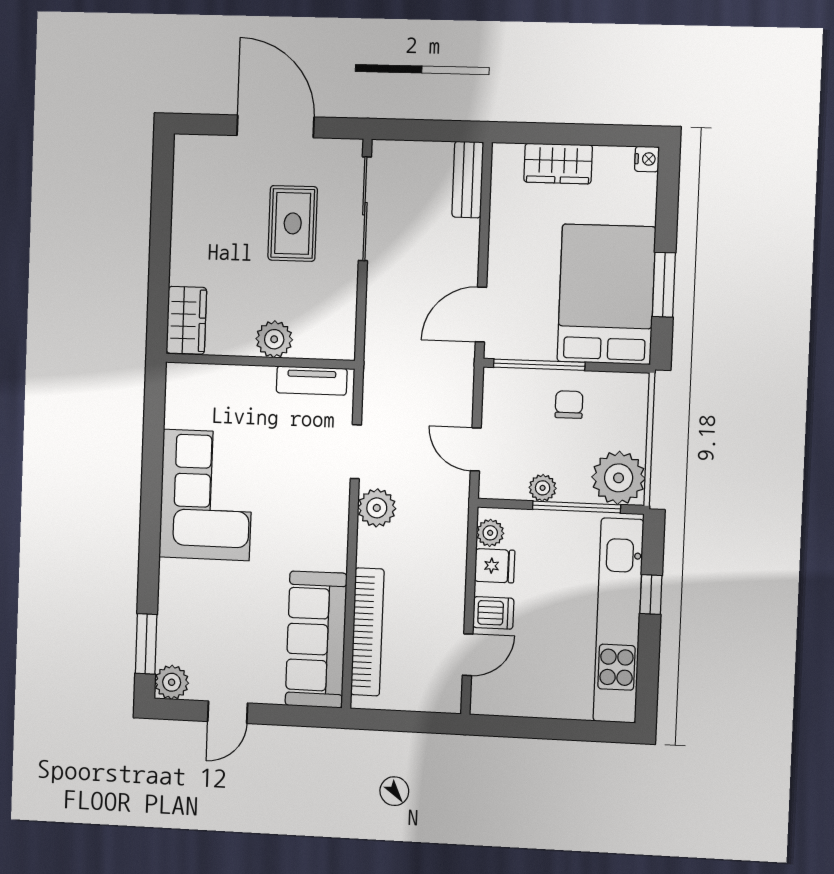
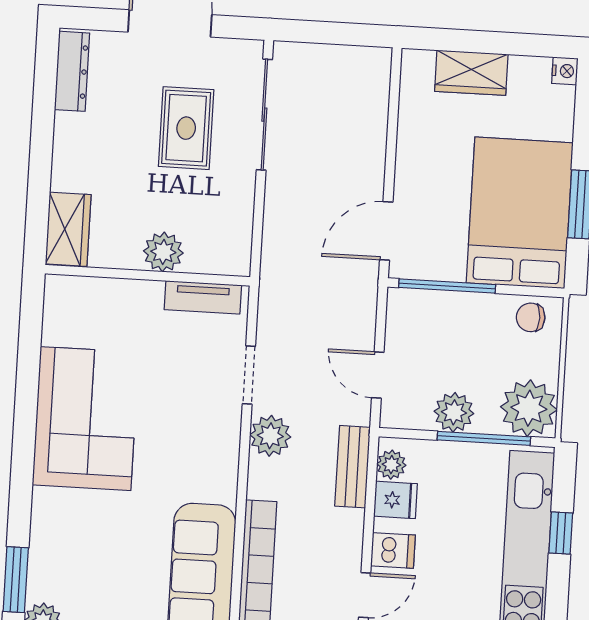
dresser: (186, 174) -> (72, 71), added
bench: (468, 180) -> (353, 467), moved
chair: (569, 405) -> (531, 317), moved, turned -90
plant: (543, 488) -> (454, 412), width x1.38, depth x1.38

